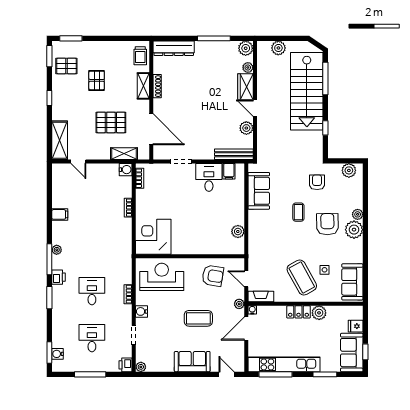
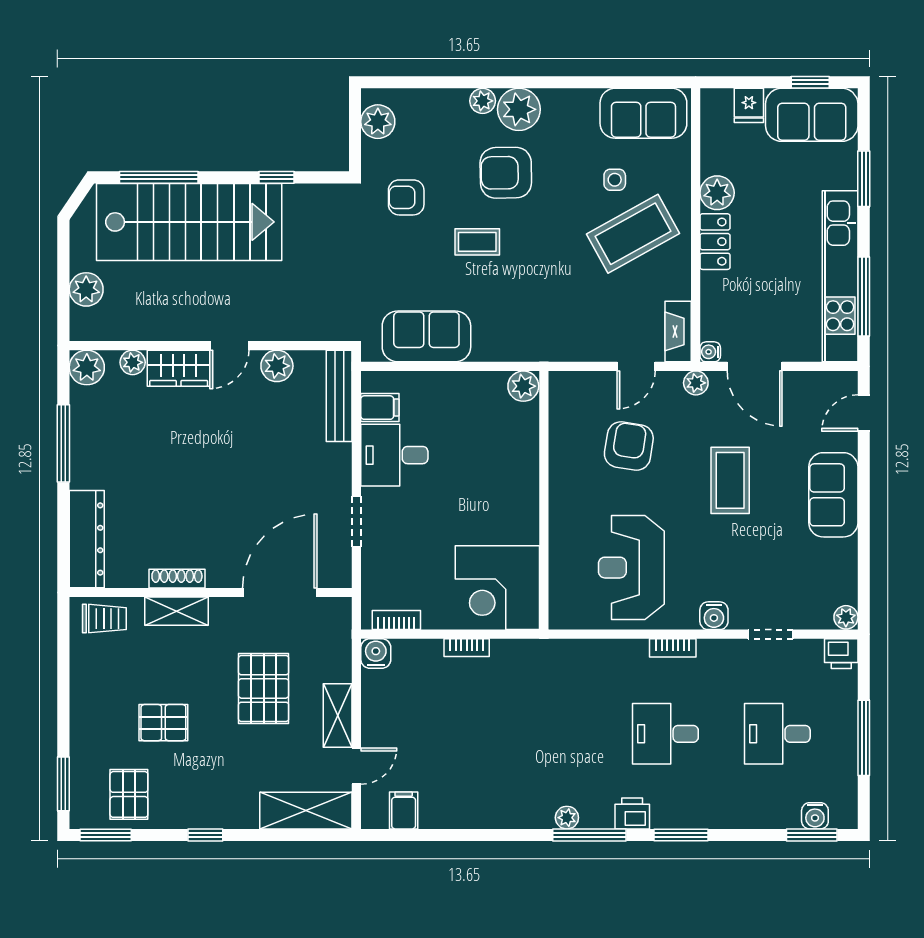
shelving: (124, 154) -> (338, 715), moved
filing cabinet: (60, 214) -> (404, 810), moved
corner desk: (153, 237) -> (497, 588), moved
wall: (190, 256) -> (544, 500), moved

